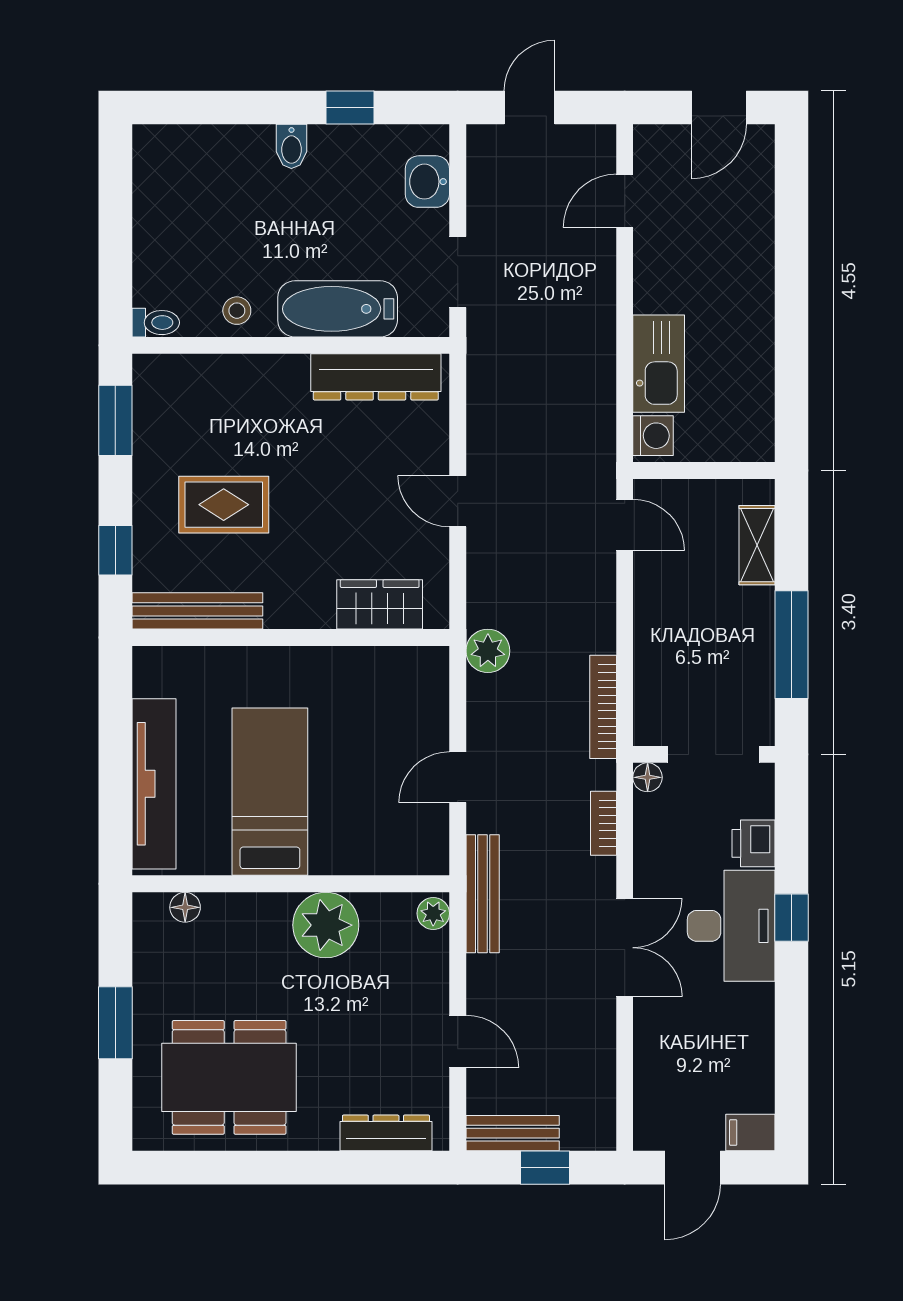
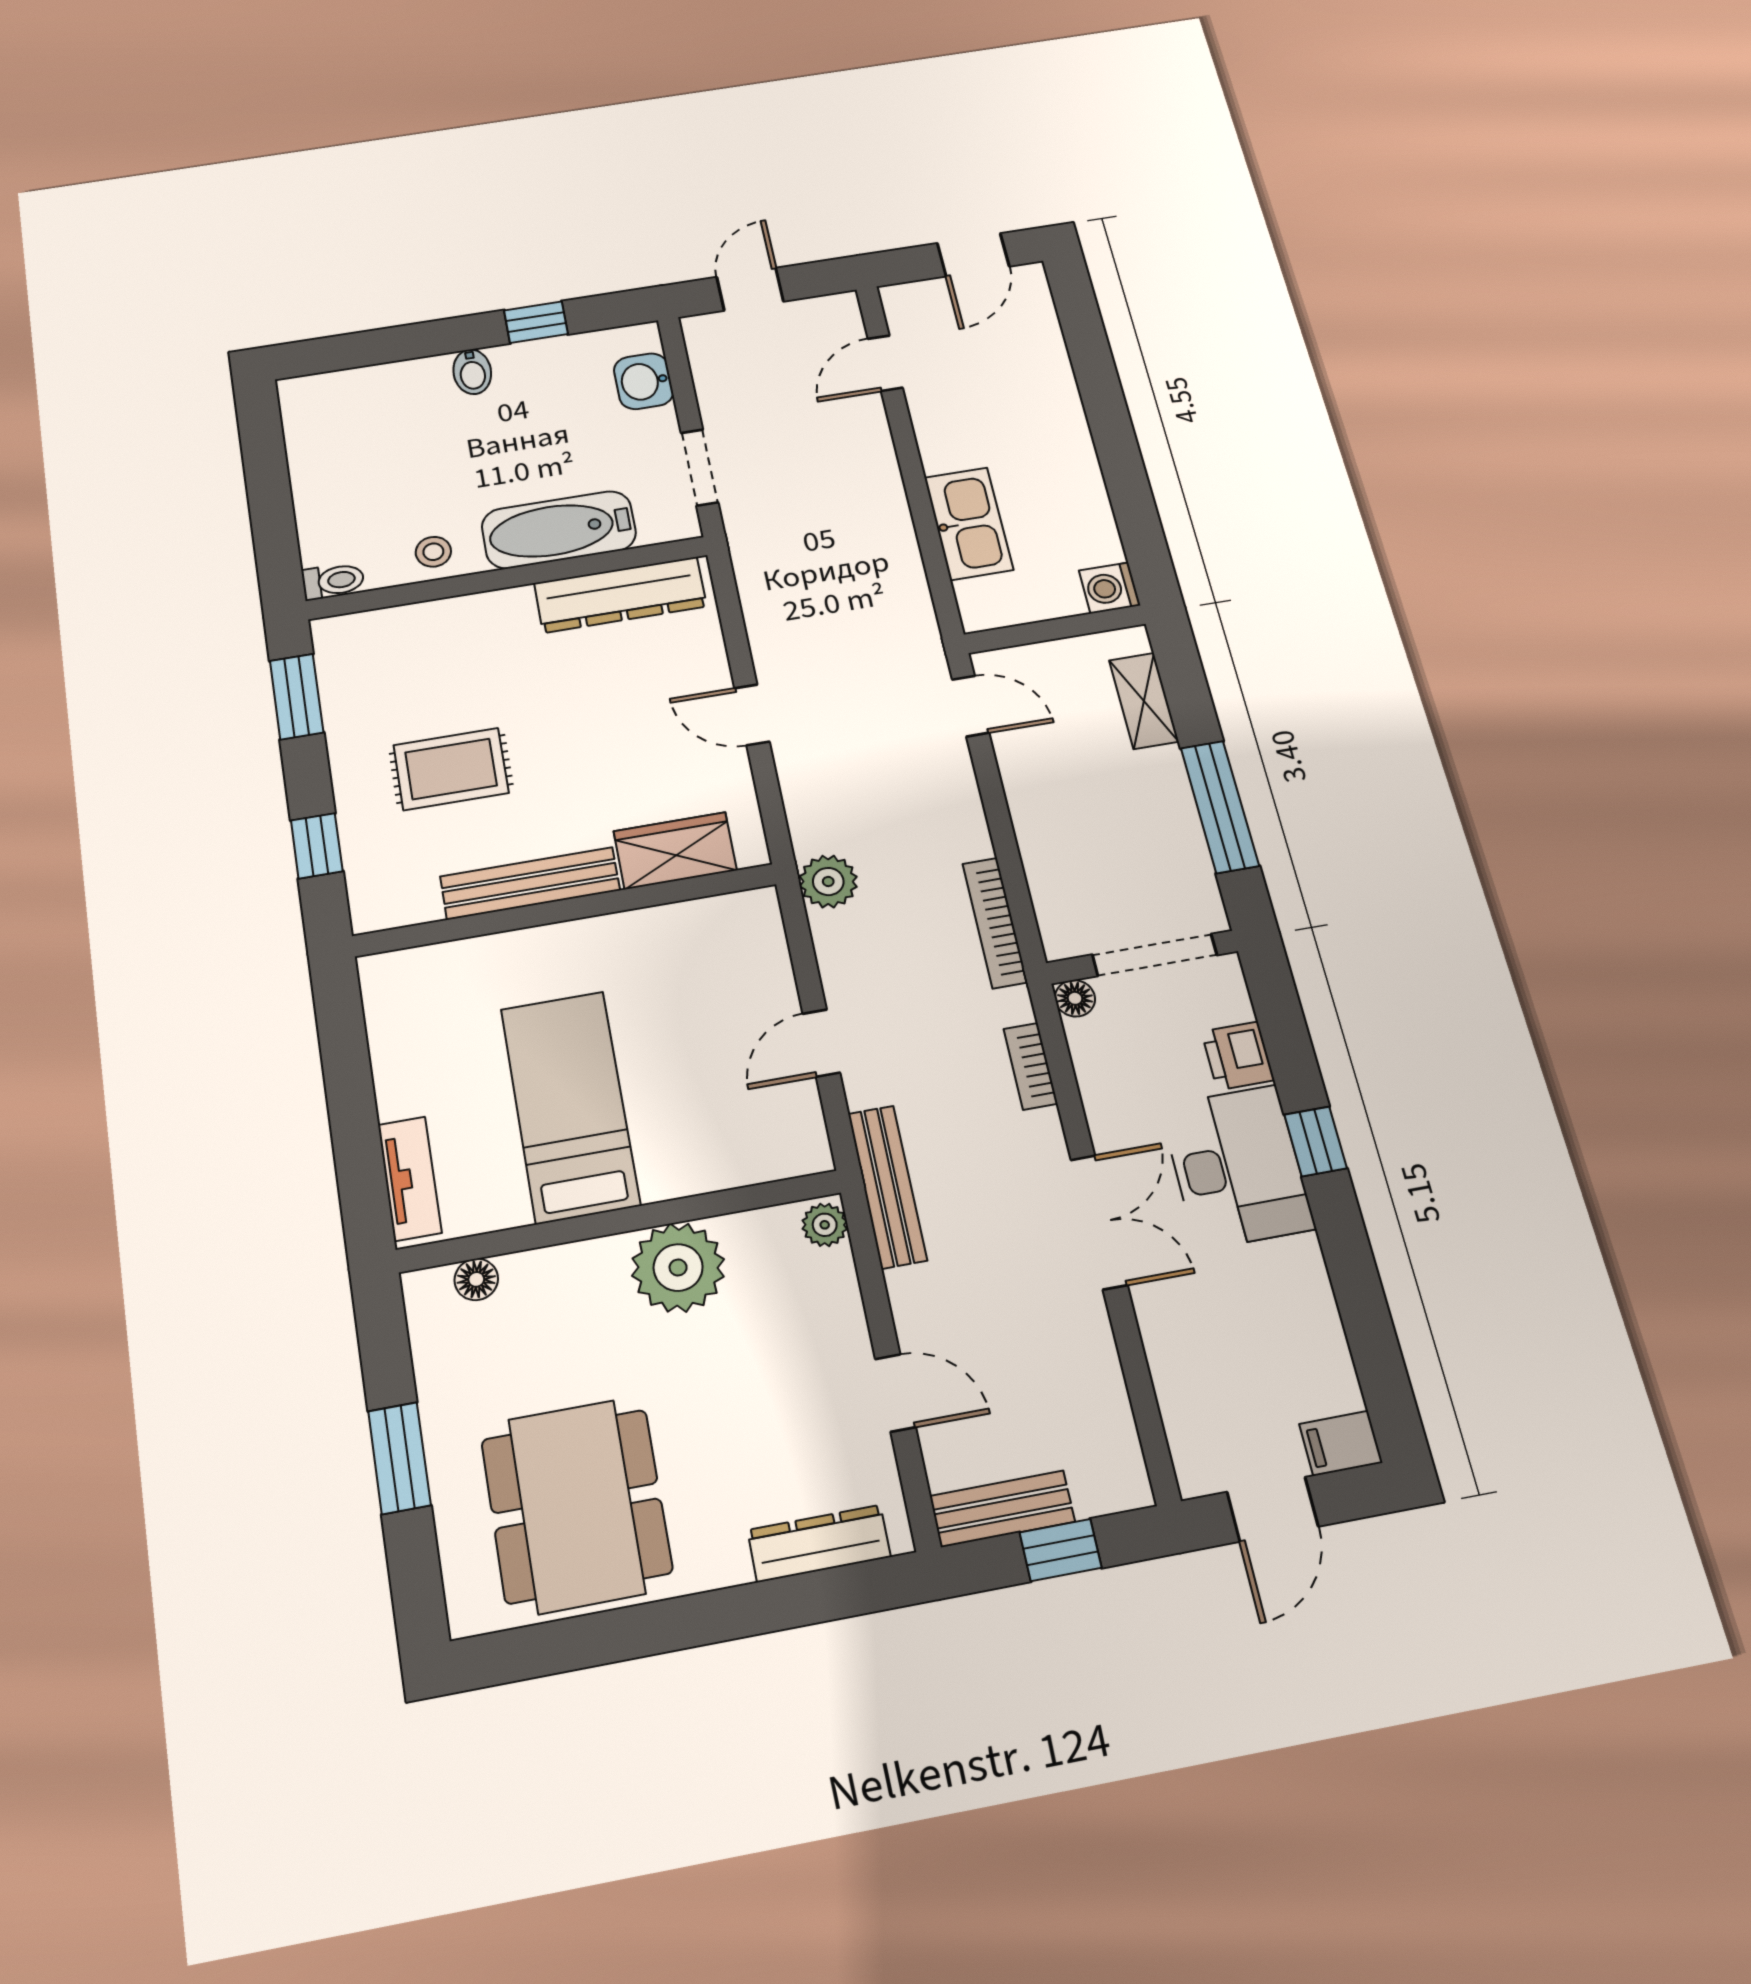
washing machine: (653, 436) -> (1110, 588), moved, turned 180
bench: (197, 611) -> (530, 883), moved
tv unit: (154, 784) -> (410, 1179), width x0.52, depth x0.78
dining table: (229, 1077) -> (576, 1506), turned 90

